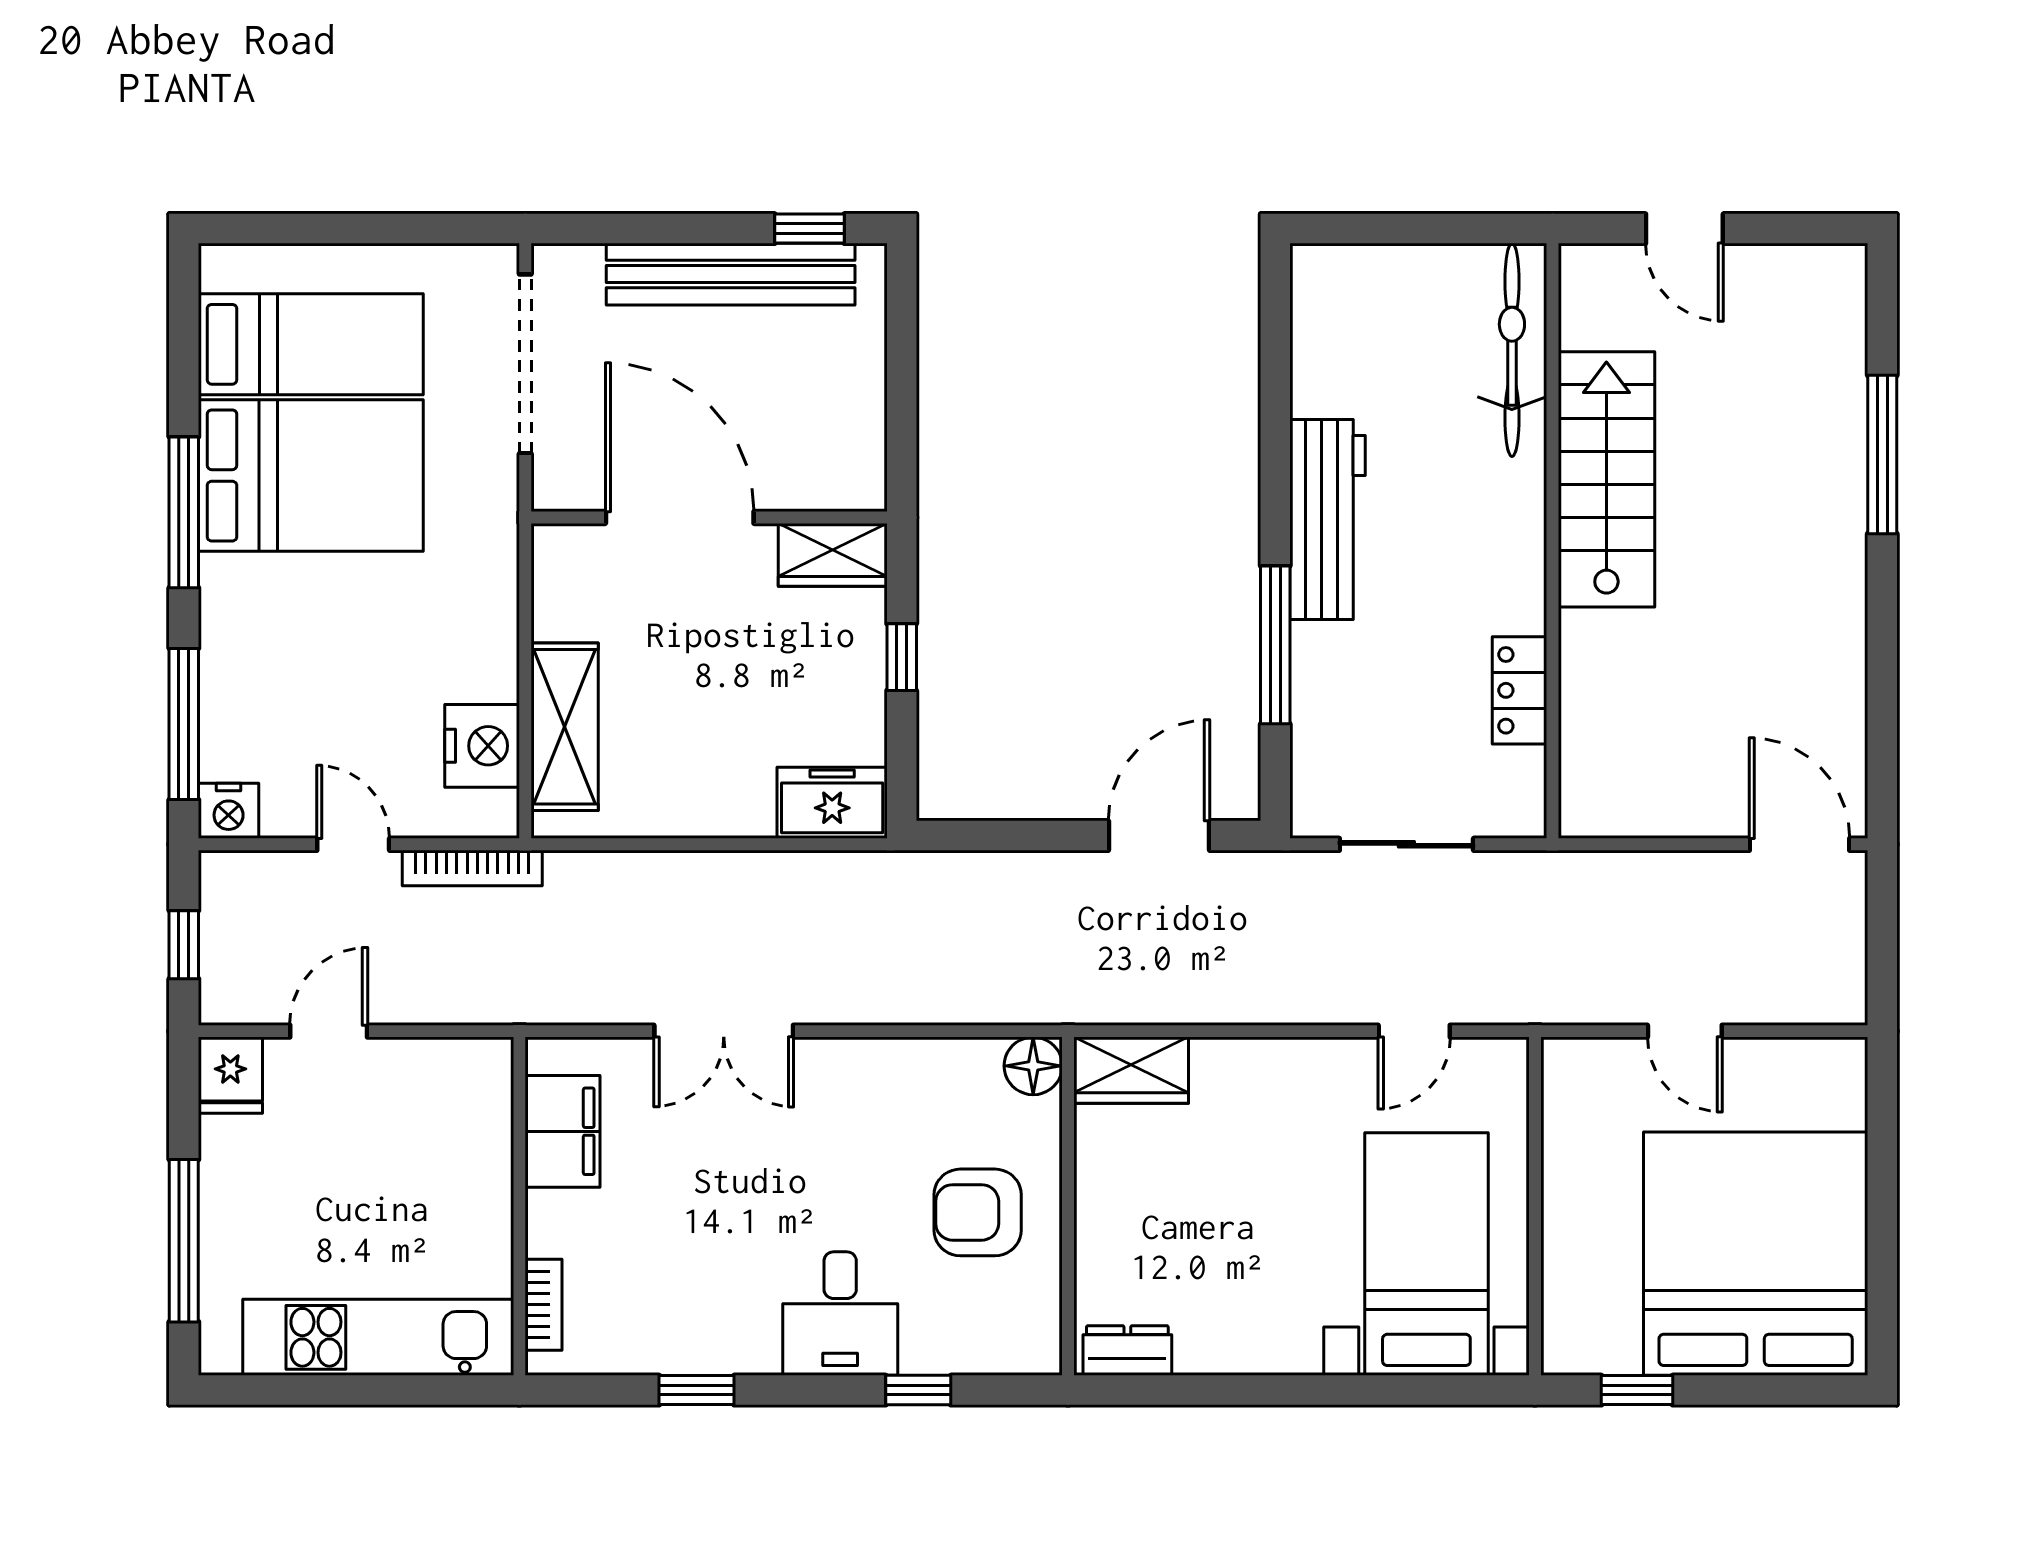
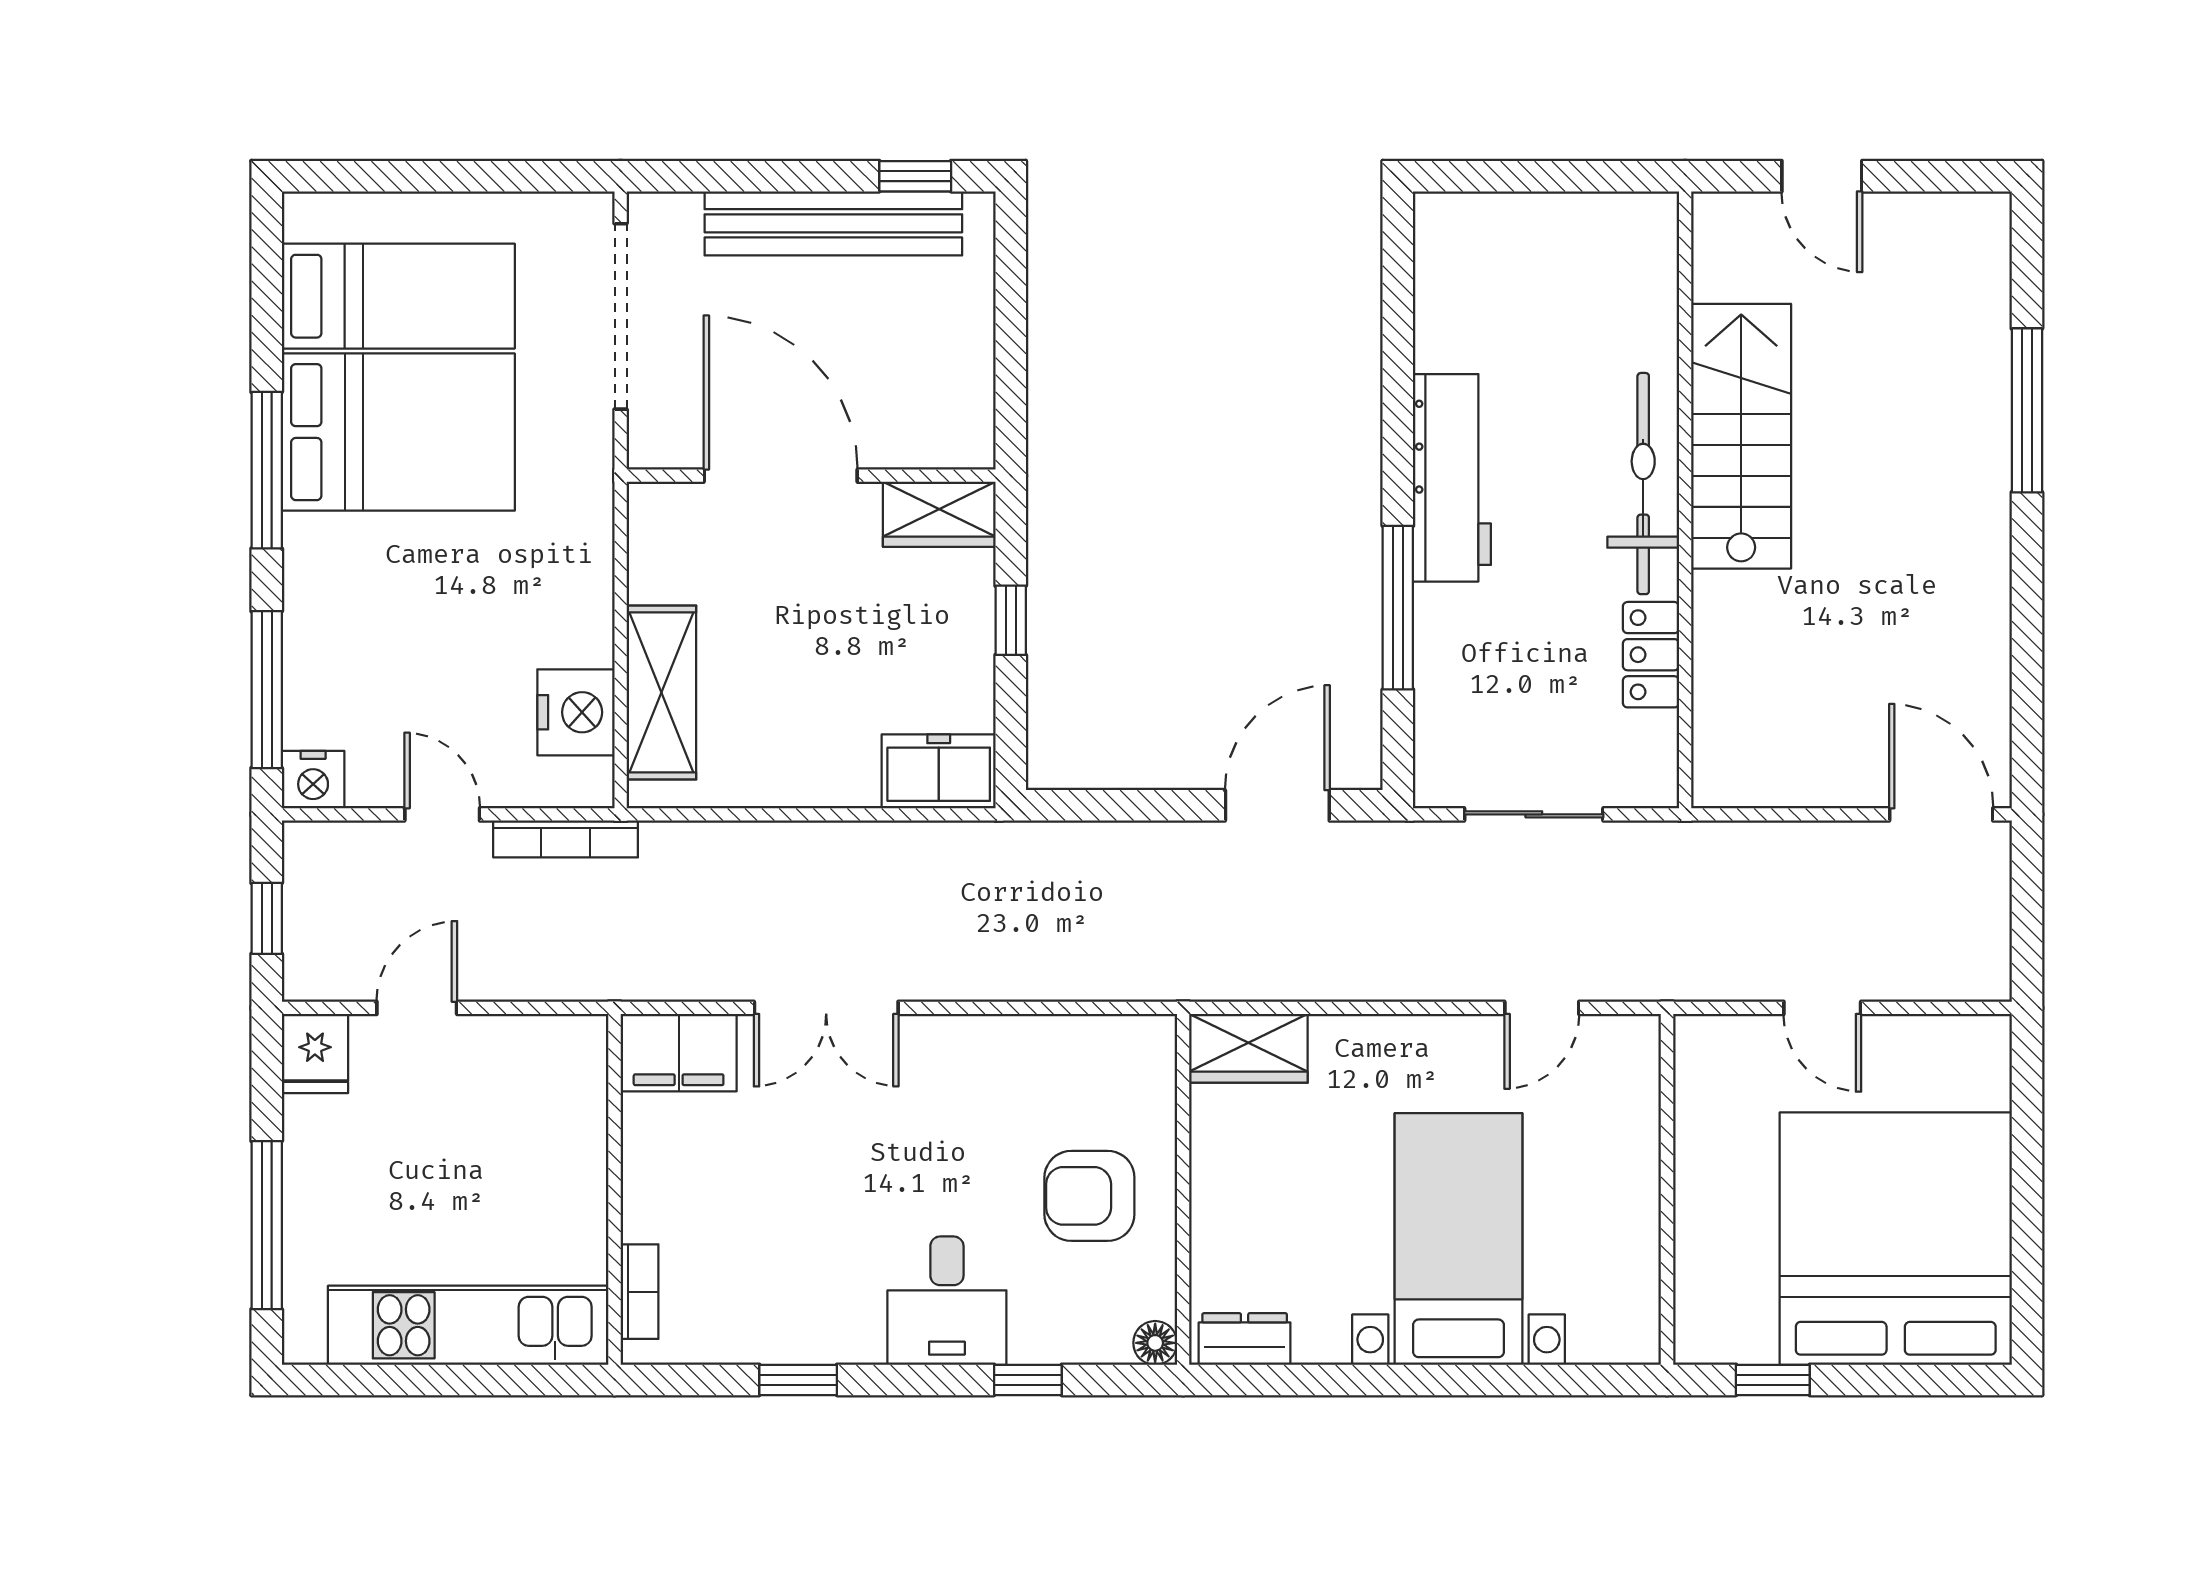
bicycle: (1512, 350) -> (1643, 484), moved
floor lamp: (1033, 1066) -> (1155, 1343), moved, width x0.73, depth x0.73
filing cabinet: (563, 1131) -> (679, 1053), moved, turned 90
bed with nightstands: (1426, 1254) -> (1459, 1239), moved

